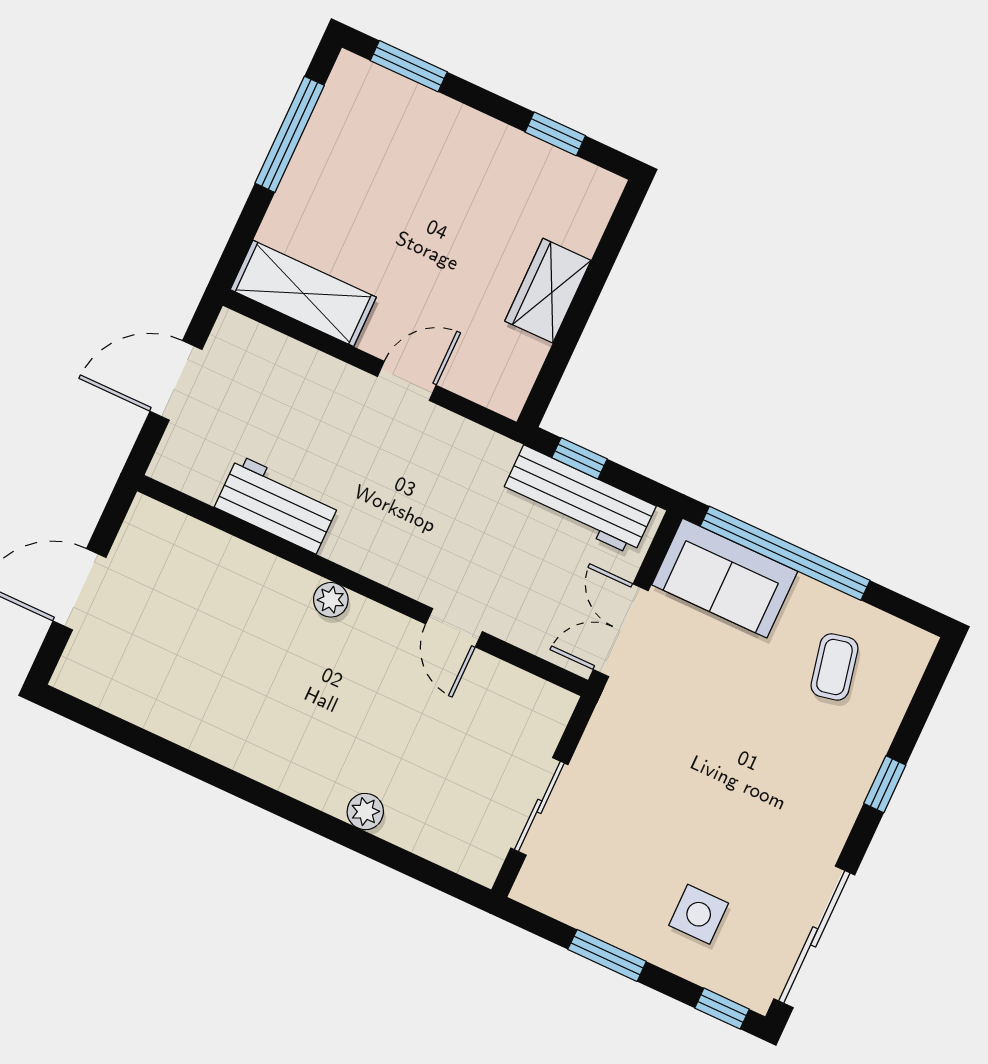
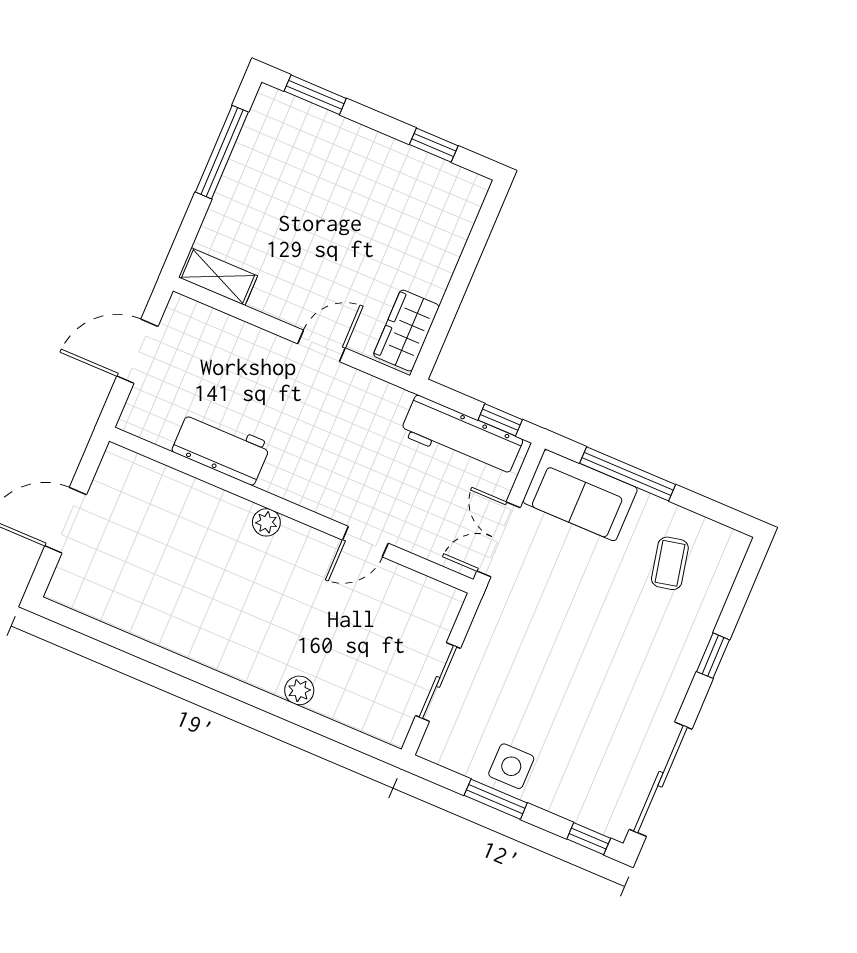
wardrobe: (548, 291) -> (406, 331), moved
shelving: (303, 293) -> (218, 277), width x0.67, depth x0.75
window: (580, 458) -> (500, 420), moved
window: (785, 553) -> (628, 474), width x0.68
door: (454, 628) -> (365, 542), hinge flipped
side table: (699, 914) -> (511, 766), moved

